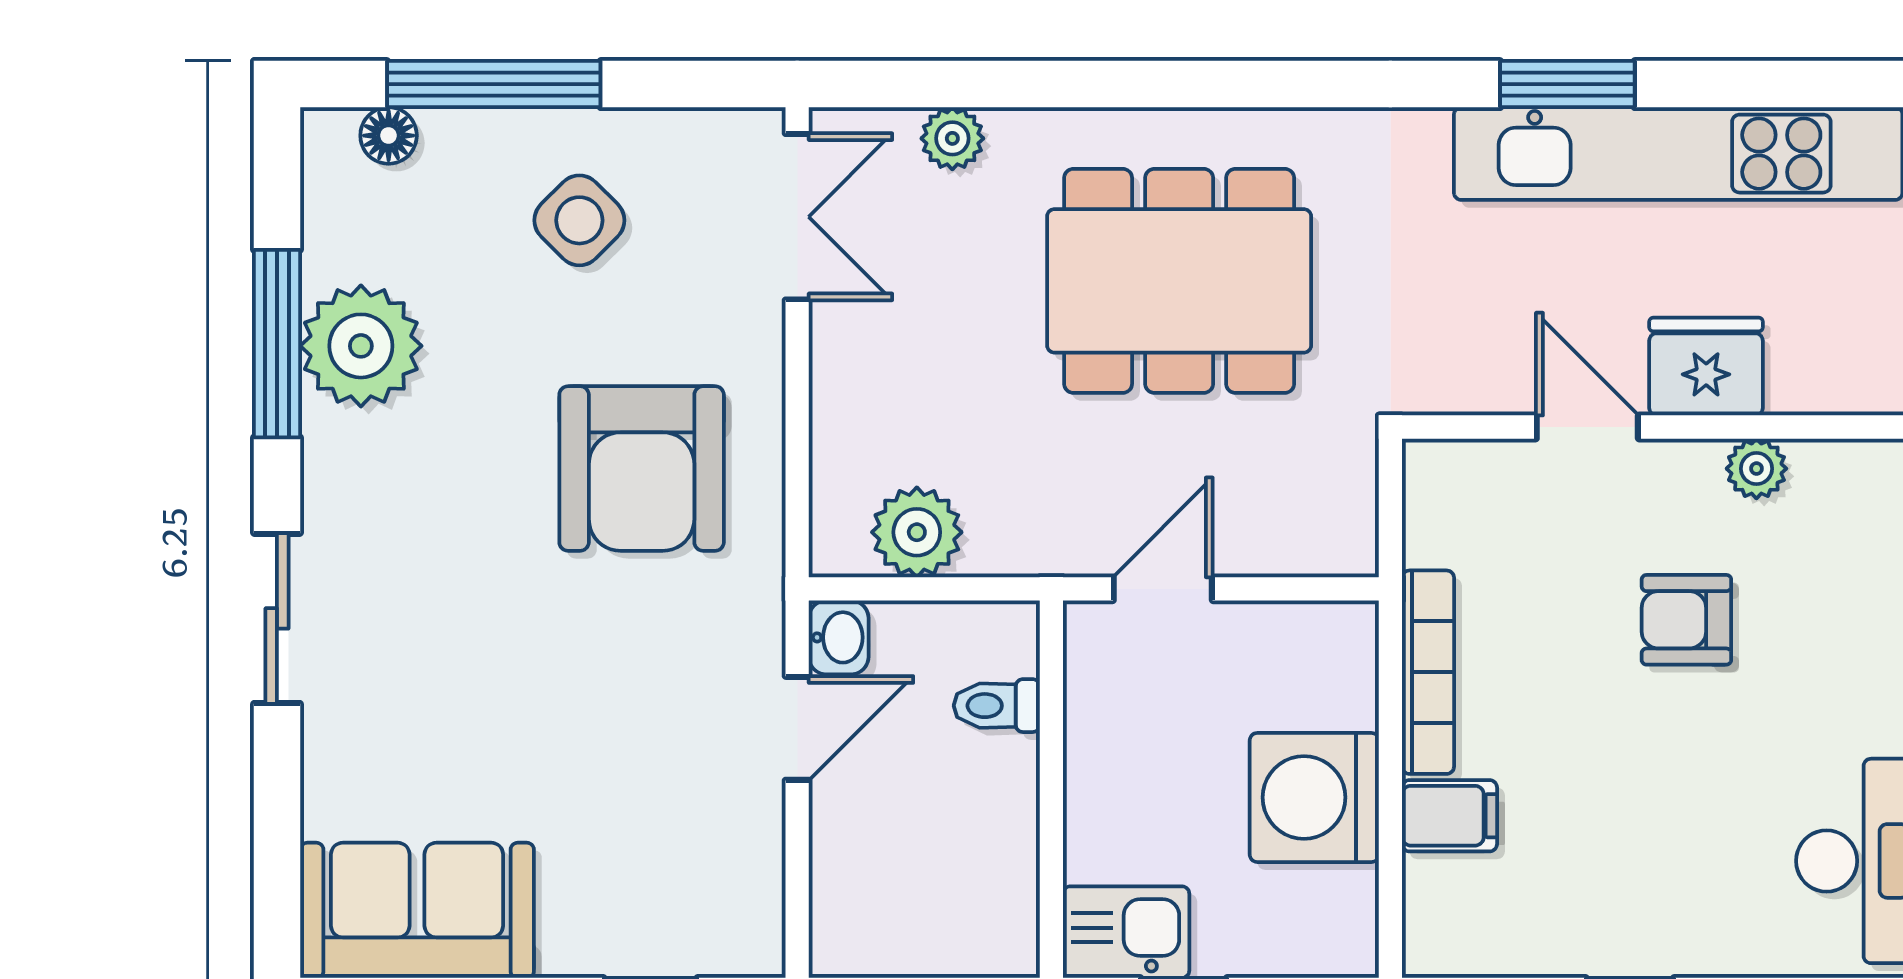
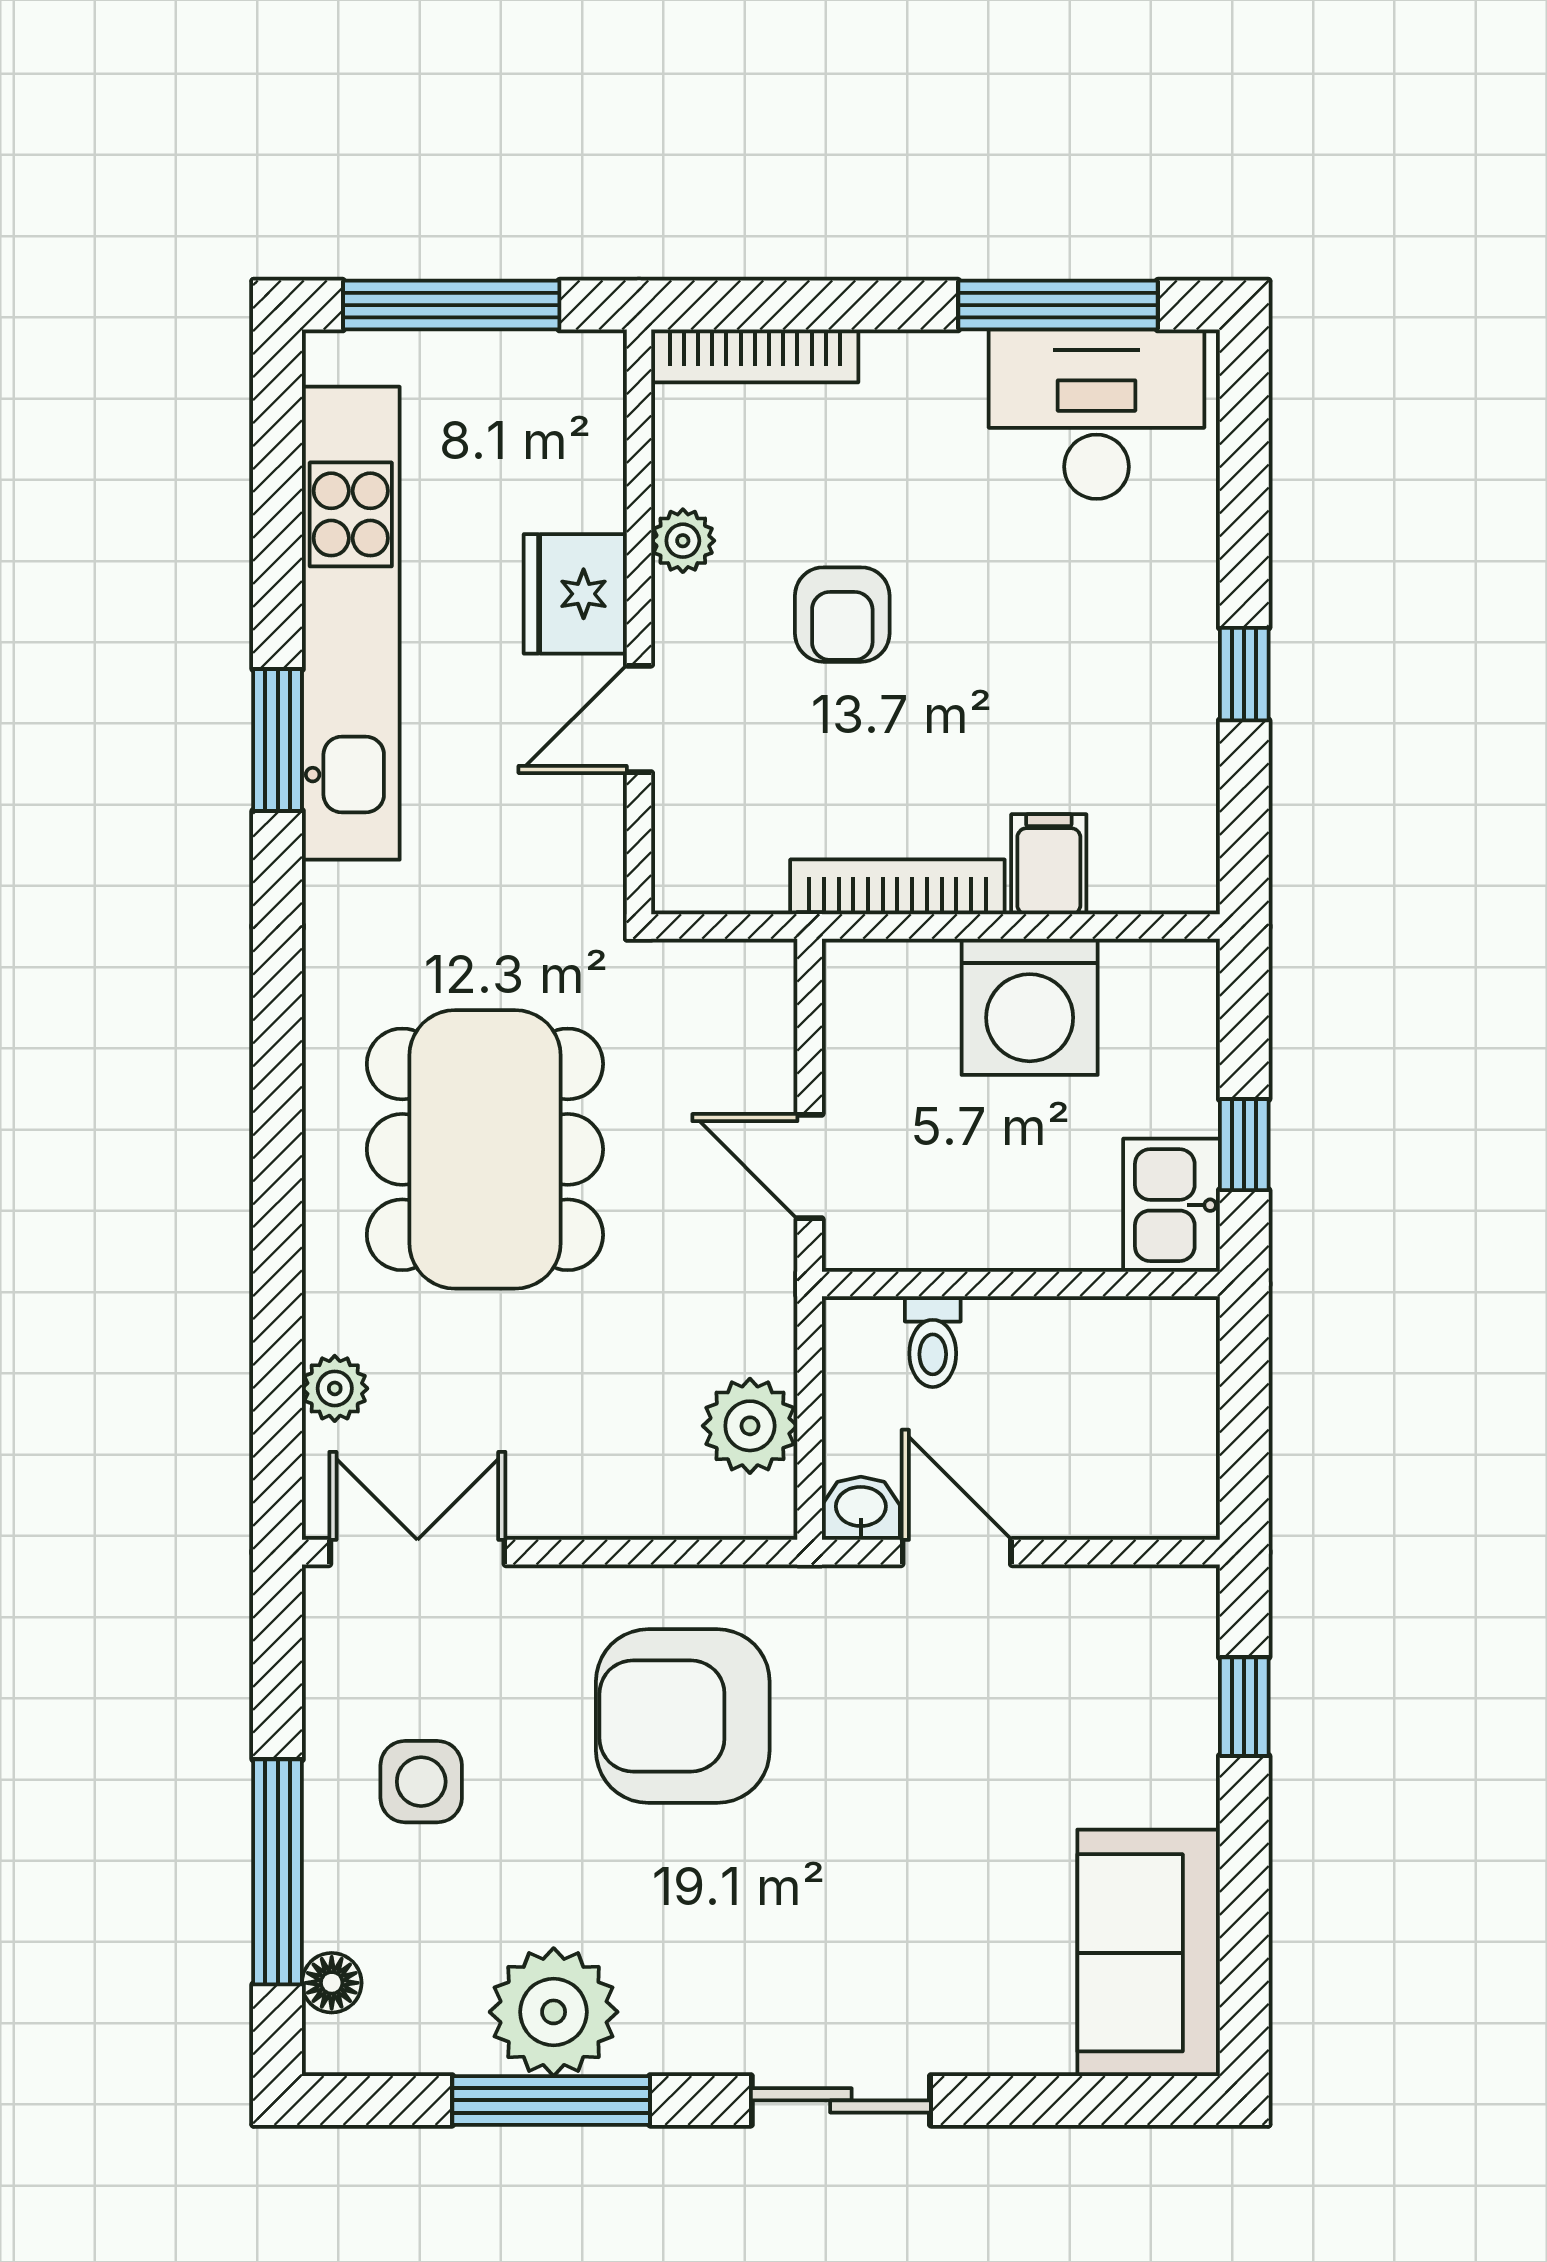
side table: (579, 220) -> (421, 1782), turned 45
armchair: (642, 468) -> (683, 1716), turned 180

